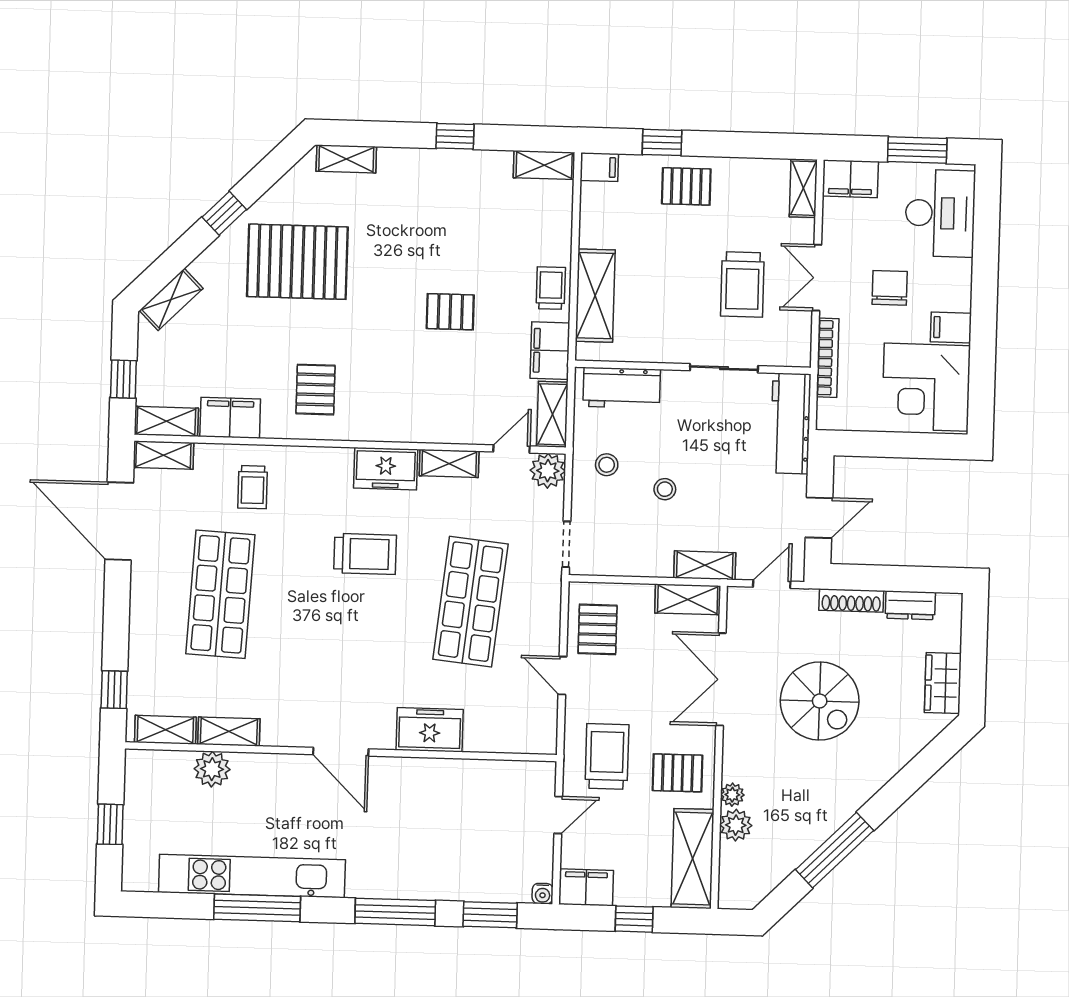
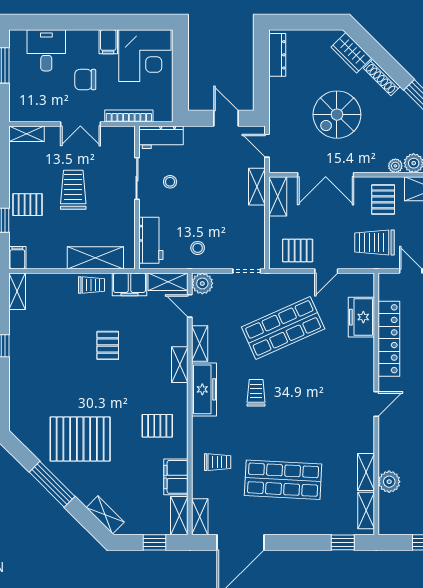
shelving: (346, 159) -> (180, 365), moved
filing cabinet: (850, 179) -> (20, 105), removed
pallet: (686, 186) -> (27, 205), turned 90
window: (224, 213) -> (52, 484), width x2.17
desk: (940, 213) -> (46, 50), width x0.73
pallet: (297, 262) -> (80, 439), turned 90
trolley: (742, 284) -> (73, 190), moved, turned -90
trolley: (551, 288) -> (92, 285), turned 180
workbench: (791, 423) -> (161, 137), width x0.73
freezer: (386, 469) -> (204, 389), width x1.40
stool: (665, 489) -> (170, 182), moved
trolley: (365, 554) -> (256, 393), width x0.73, depth x0.72
shoe rack: (851, 601) -> (382, 78), moved, turned 135
shop shelf: (471, 602) -> (283, 328), turned -30
dresser: (910, 605) -> (277, 55), width x1.44
wardrobe: (943, 683) -> (351, 53), moved, turned 45
spiral stairs: (820, 701) -> (337, 115), turned 180
freezer: (430, 730) -> (361, 317), moved
door: (341, 752) -> (376, 404), width x0.73
locker: (448, 776) -> (389, 339), added

